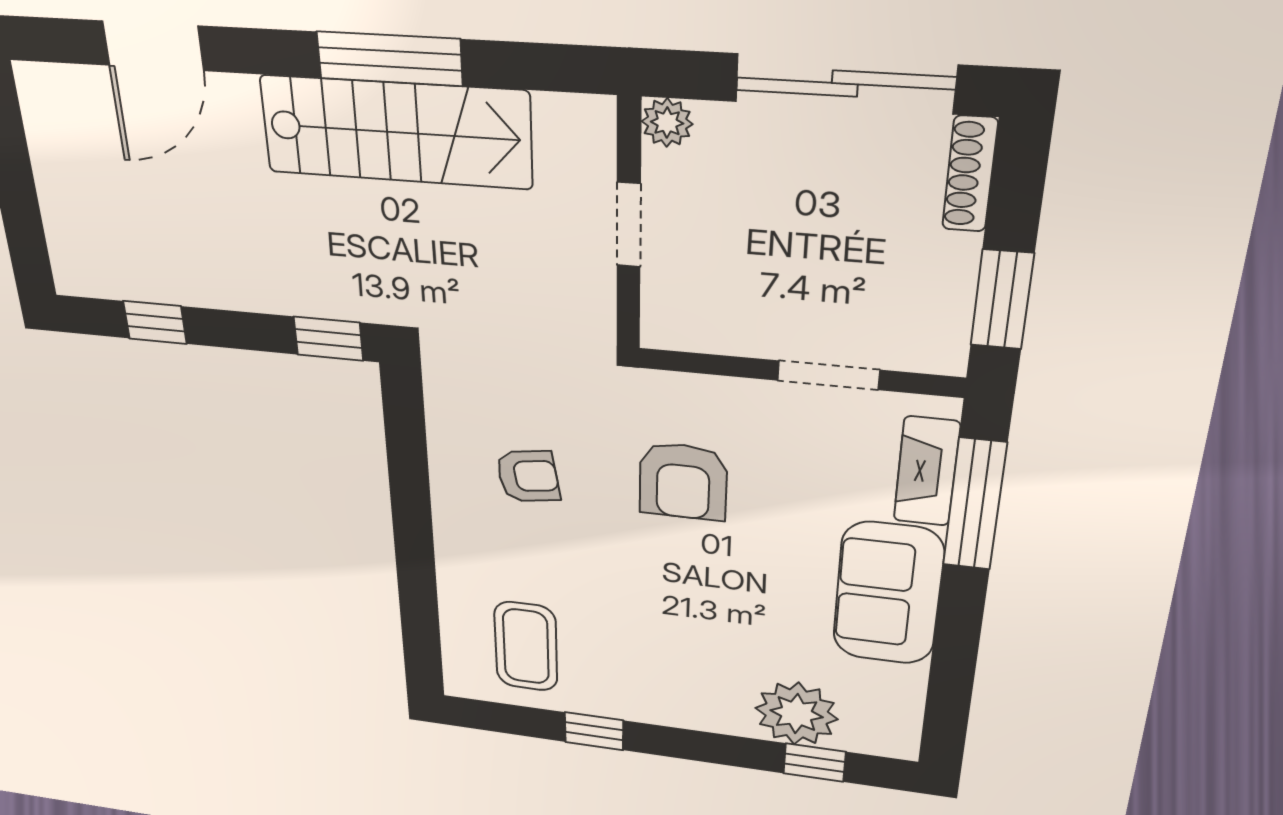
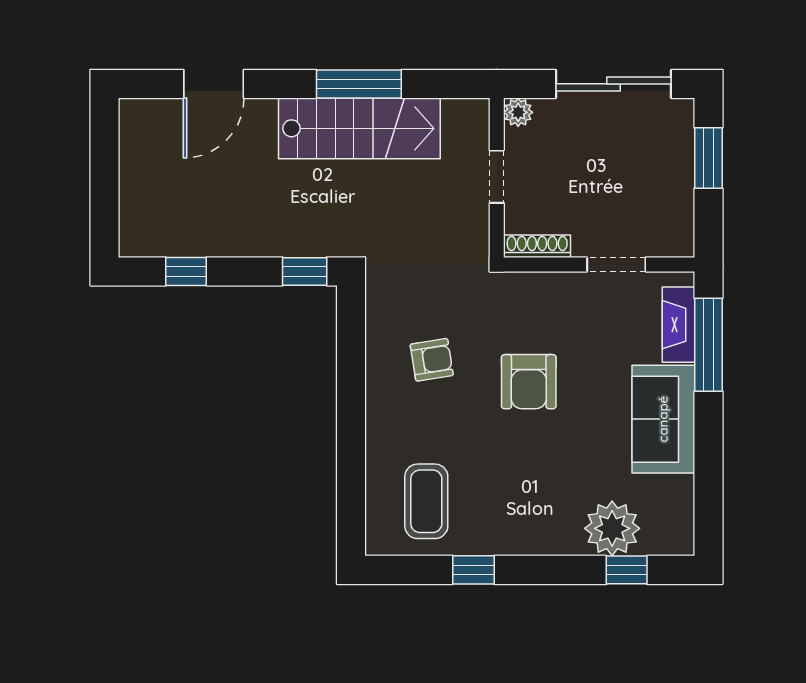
shoe rack: (970, 174) -> (537, 246), moved, turned 90
window: (1002, 300) -> (708, 158), moved
armchair: (683, 481) -> (529, 382), moved

